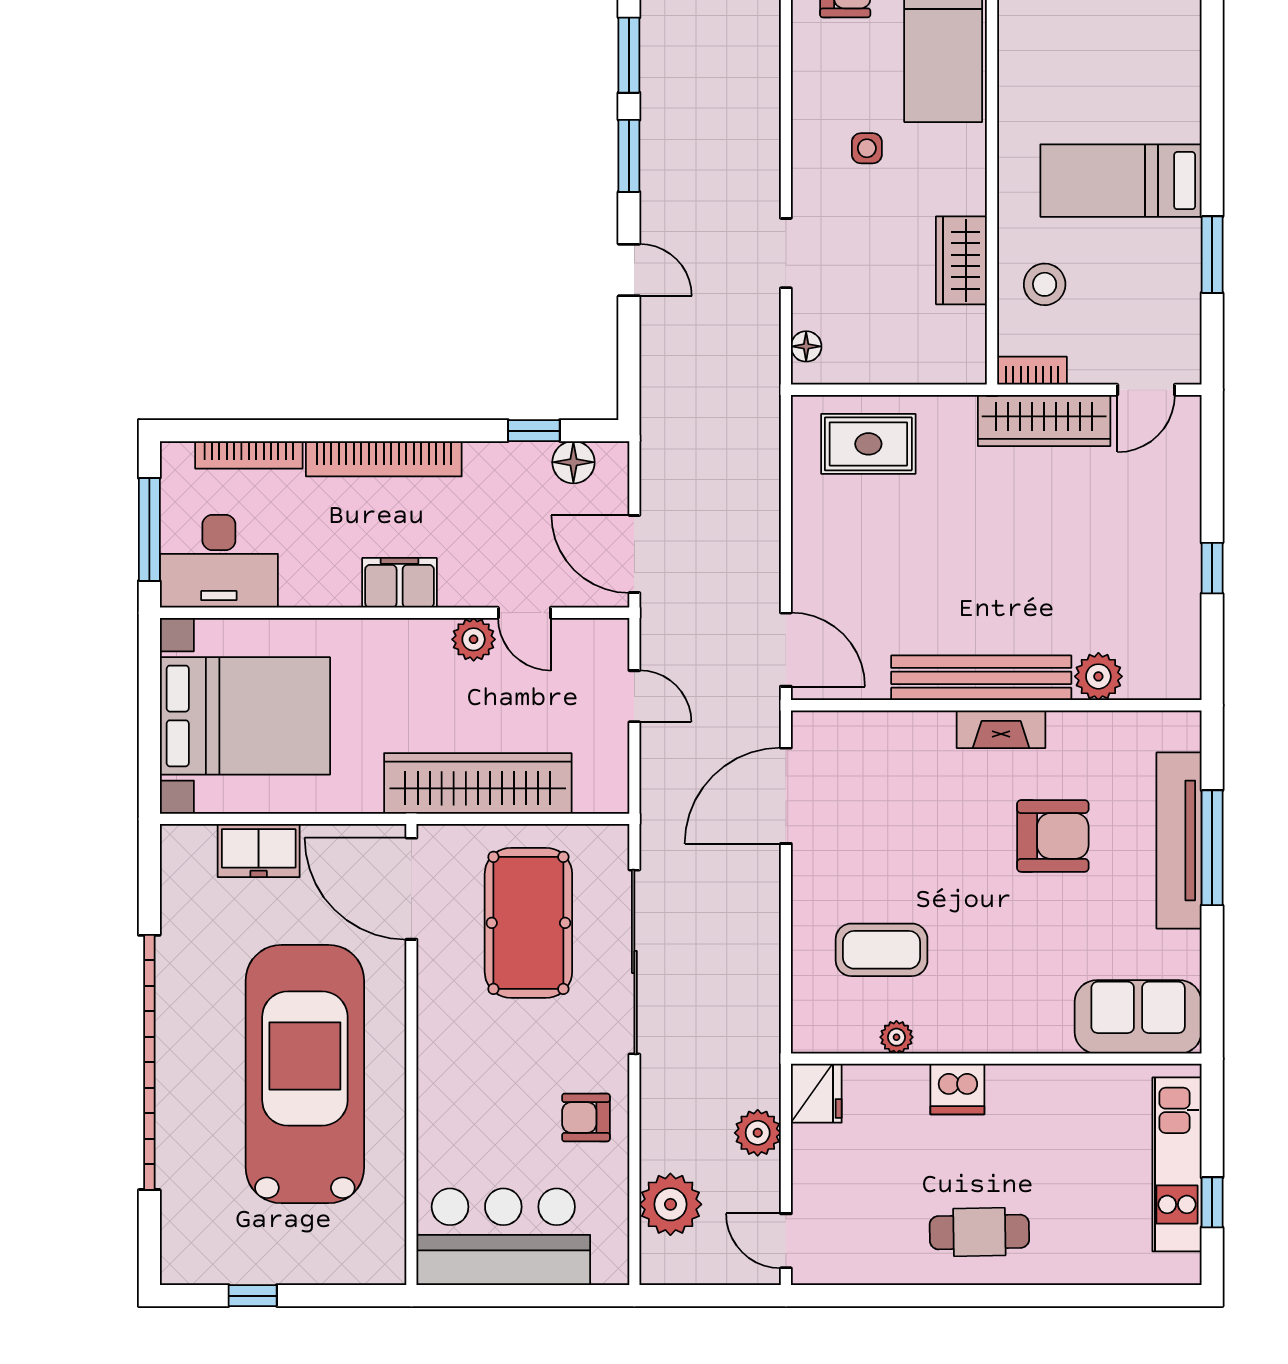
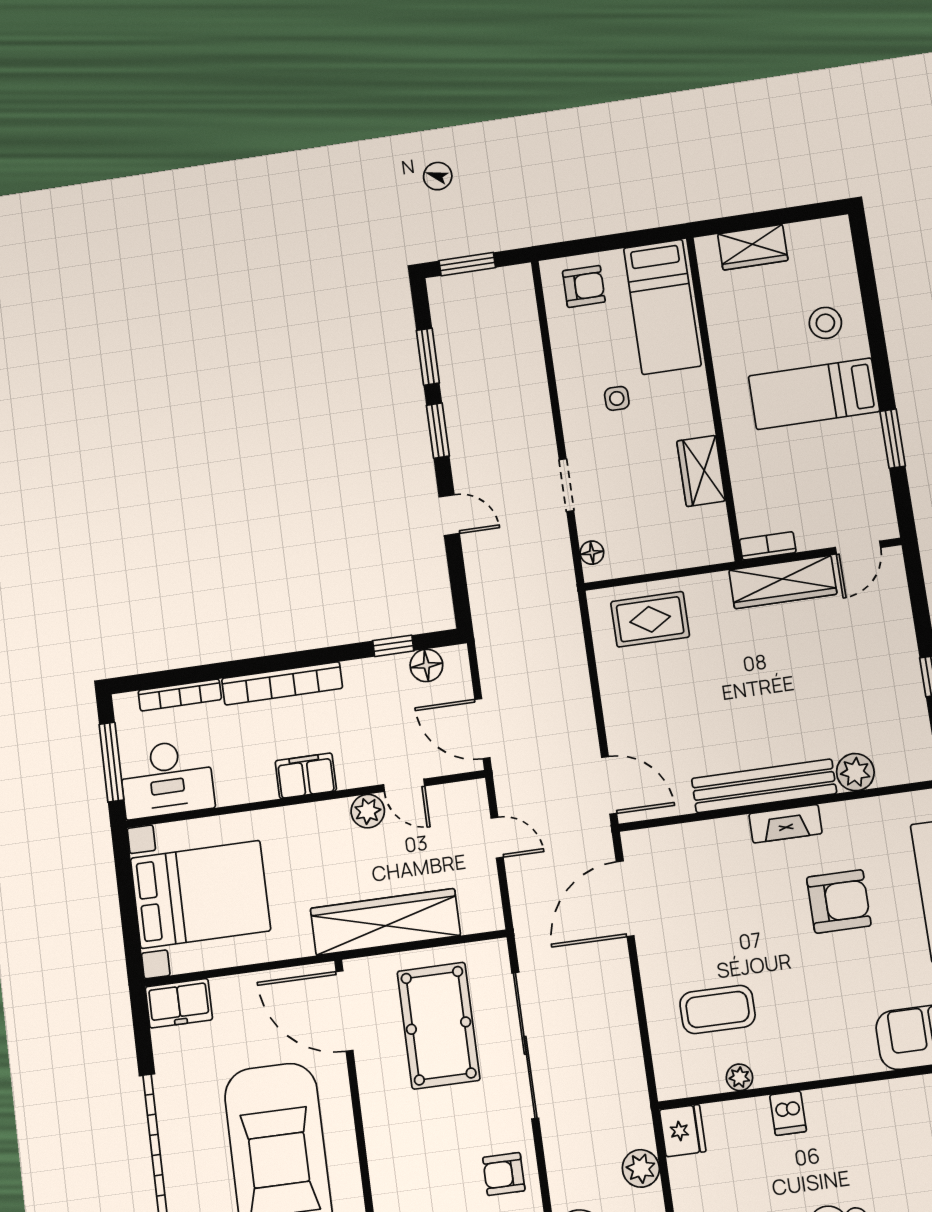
stool: (1045, 284) -> (825, 323), moved
freezer: (259, 851) -> (179, 1003), moved
dishwasher: (957, 1089) -> (788, 1113), width x0.73

